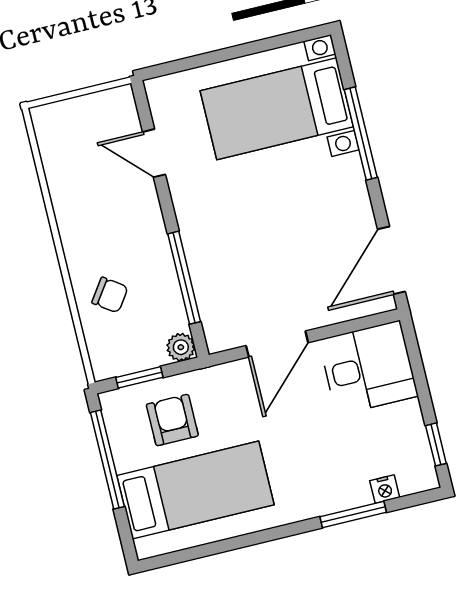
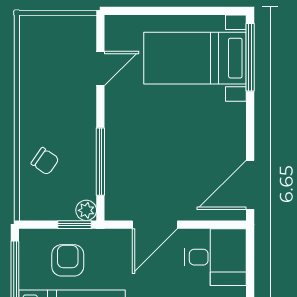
window: (361, 134) -> (250, 57), moved
door: (154, 153) -> (100, 68), swing flipped
window: (139, 377) -> (74, 225), moved

